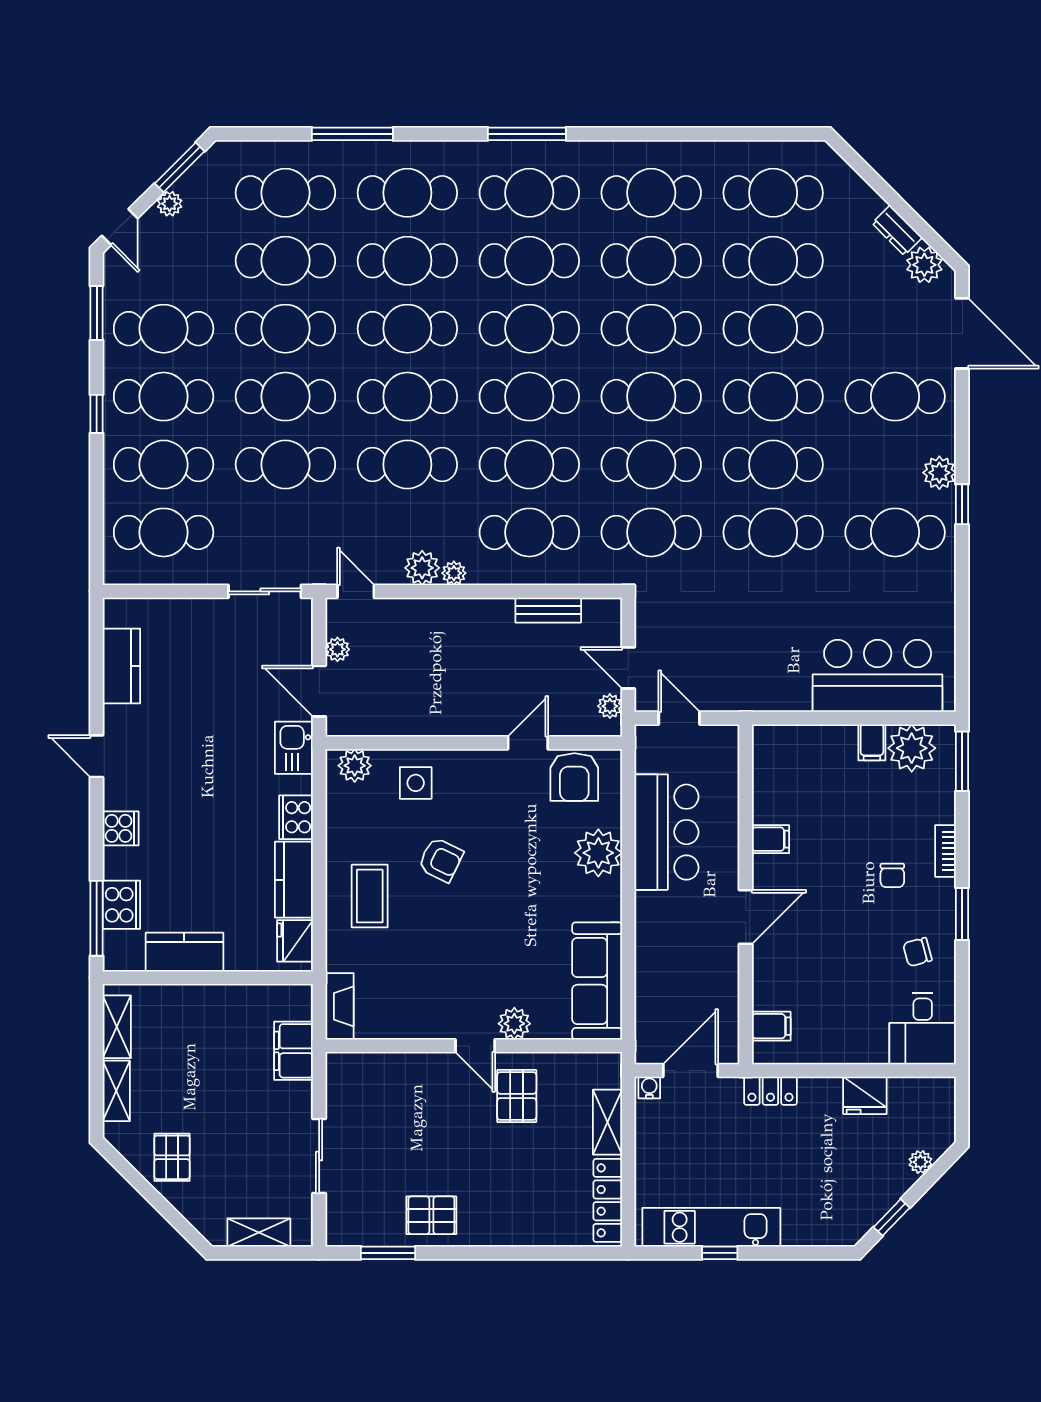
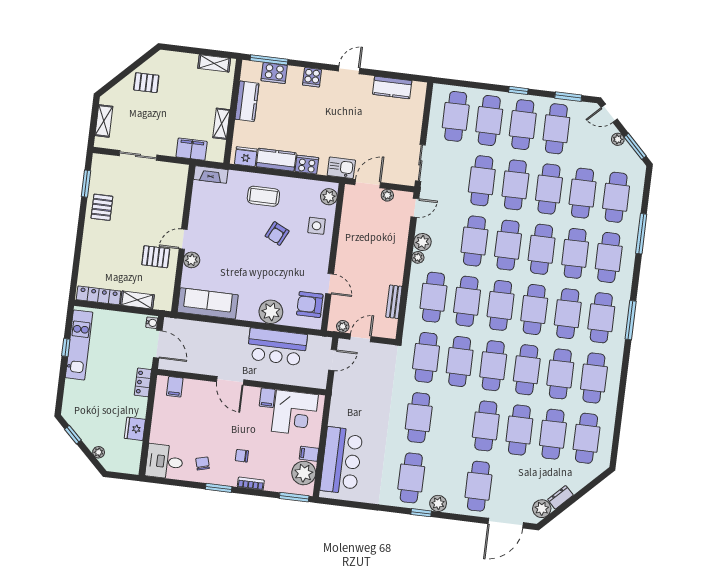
cafe table: (773, 465) -> (452, 422), removed
corner desk: (794, 780) -> (295, 413), added
shelving: (116, 1091) -> (221, 124), moved, turned 90

